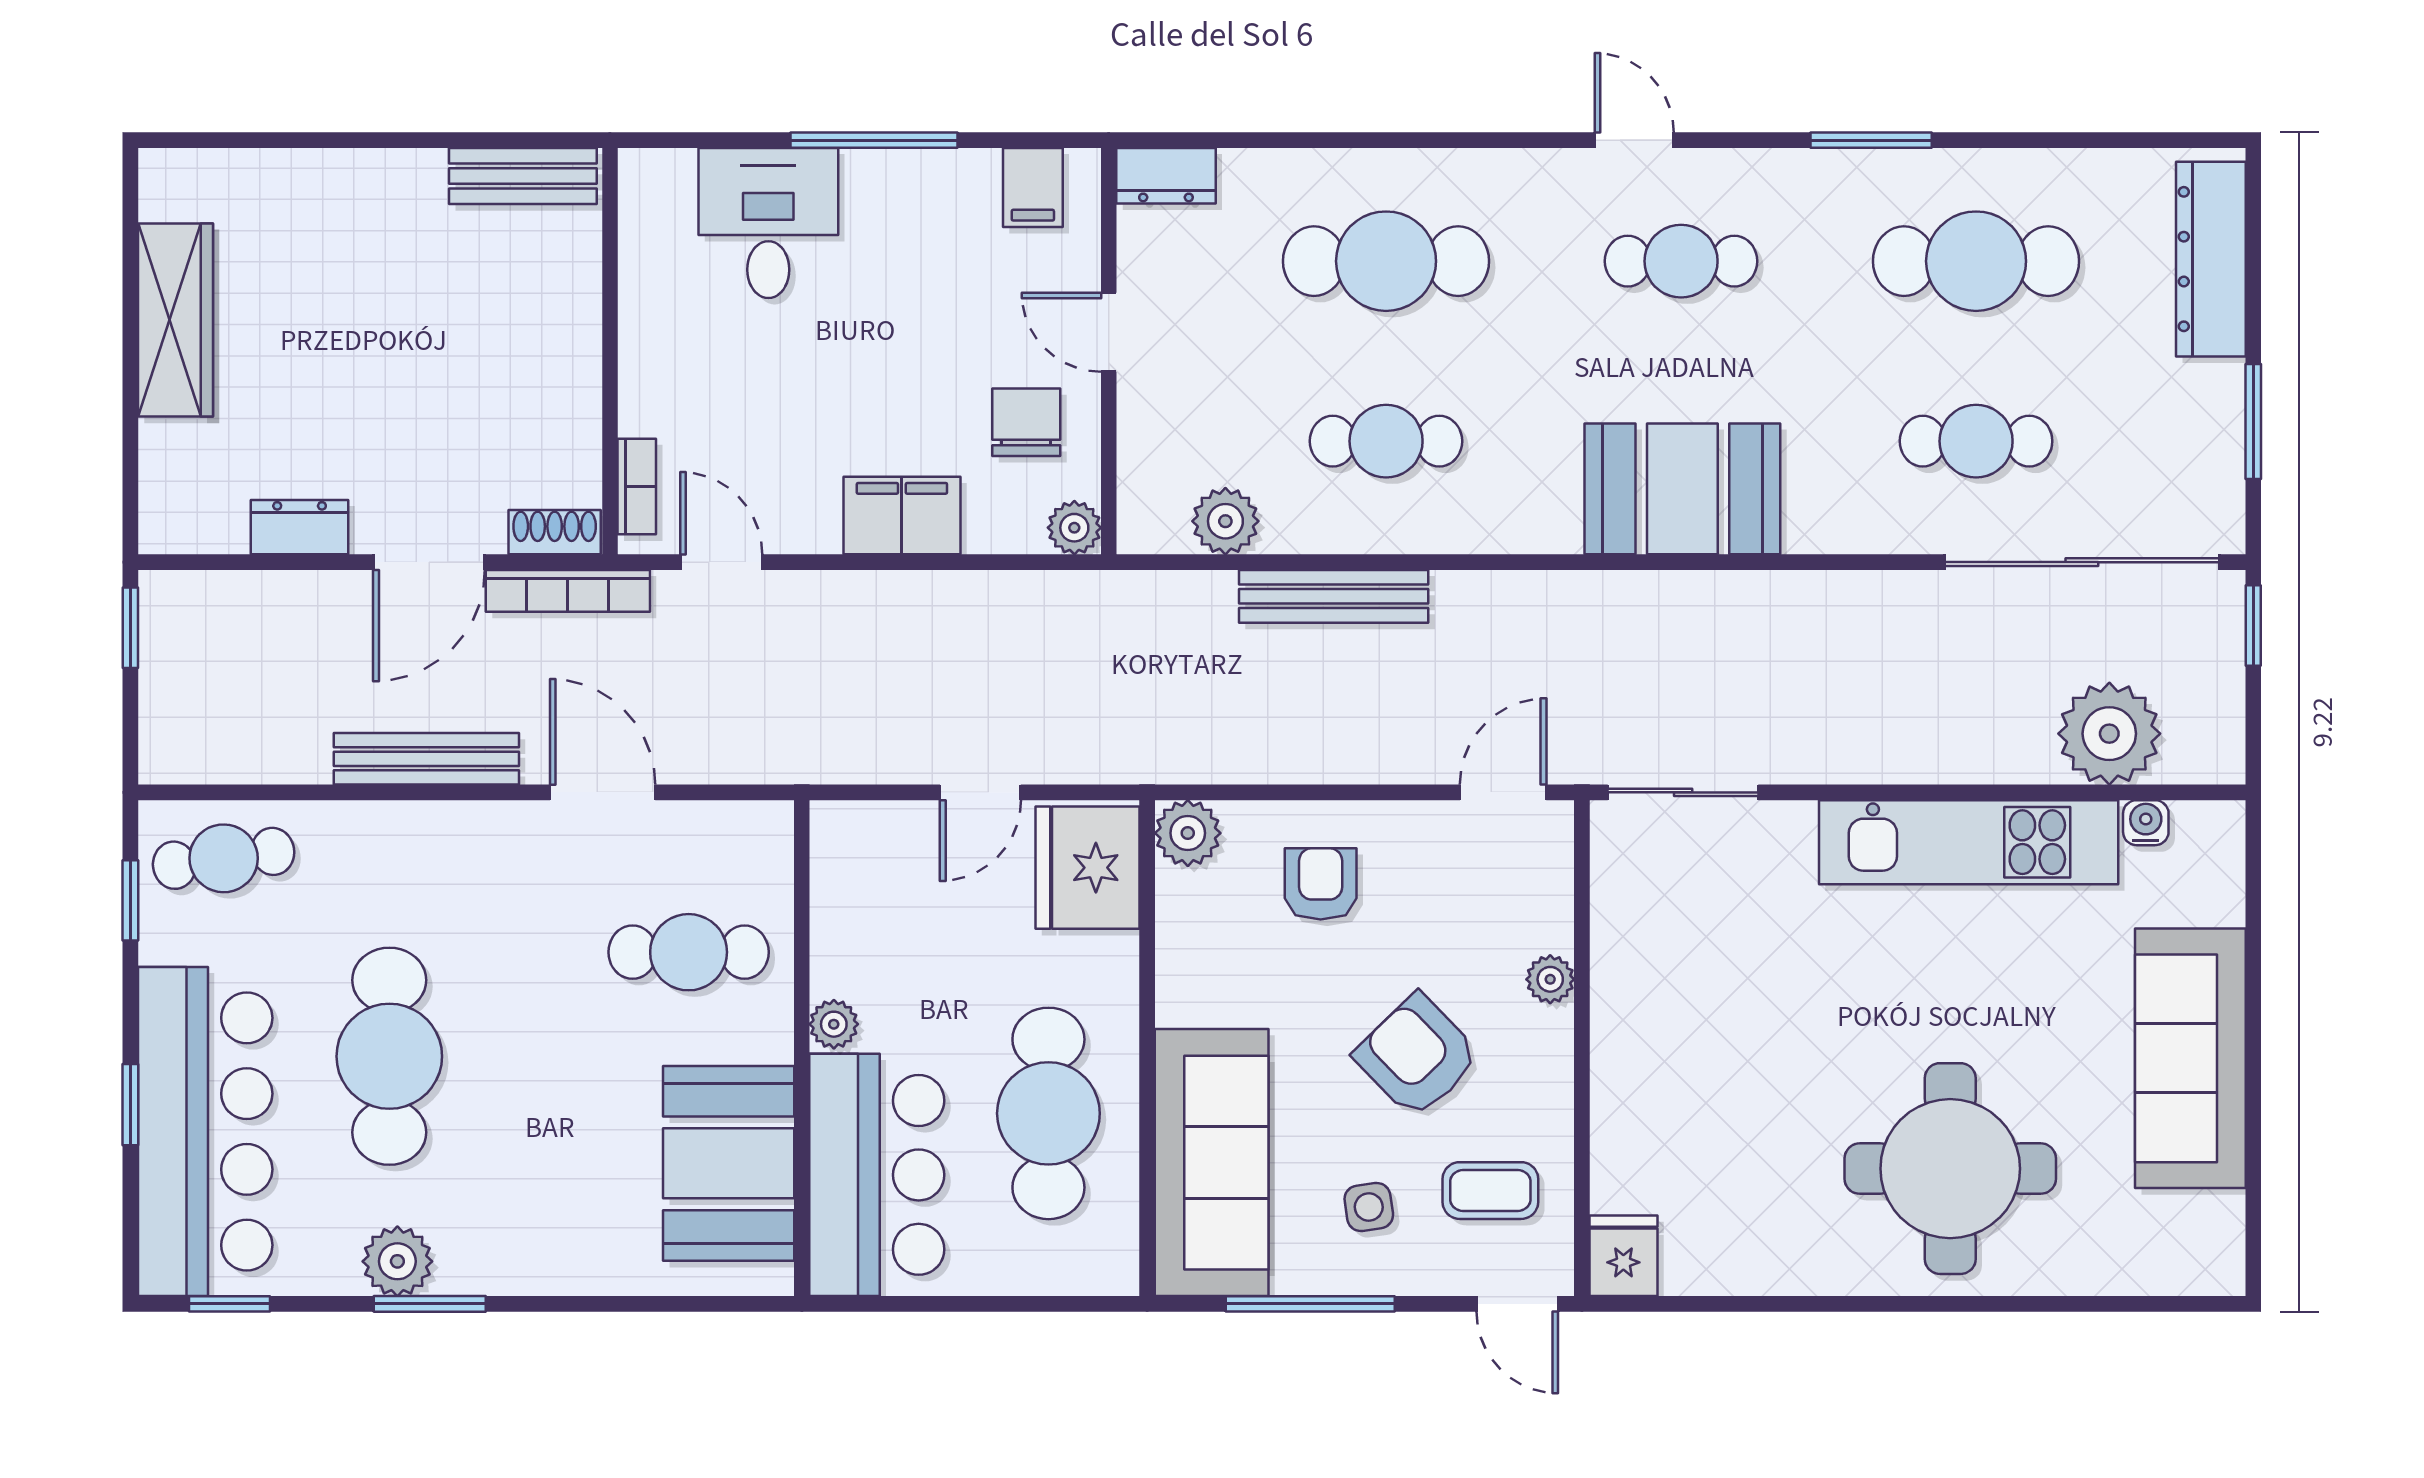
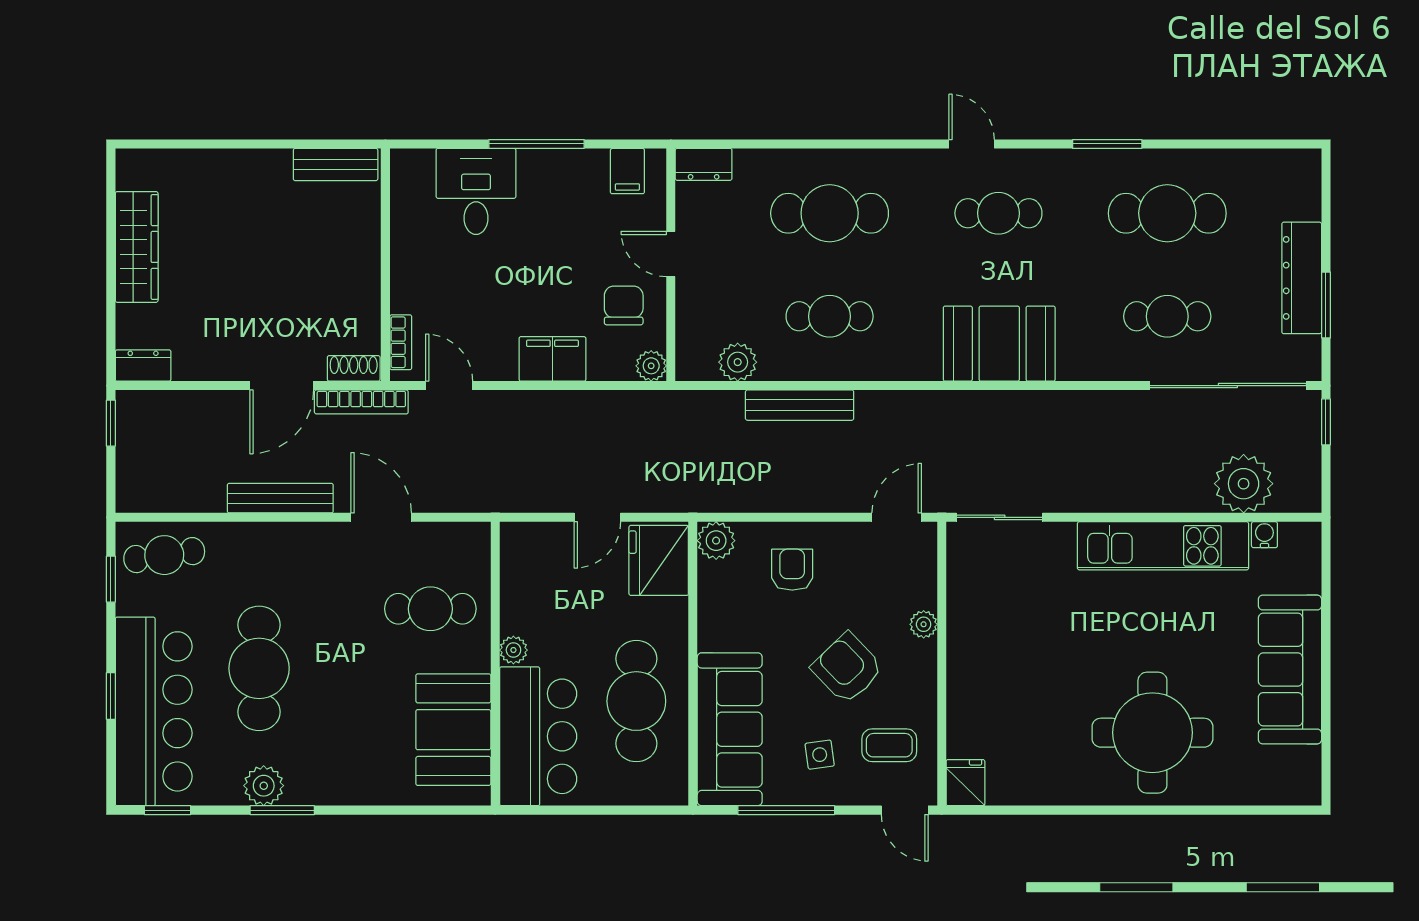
dresser: (2211, 259) -> (1302, 278), moved
dresser: (300, 527) -> (143, 366), moved

